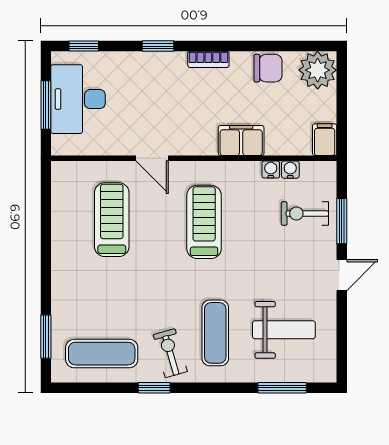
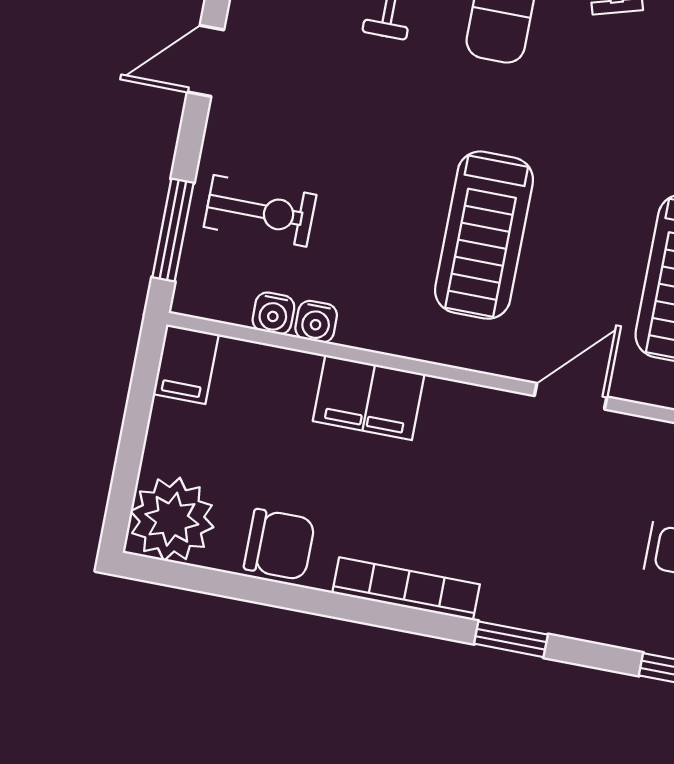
bookcase: (208, 59) -> (406, 589), width x1.56
chair: (268, 68) -> (279, 544), turned 180
door: (152, 158) -> (571, 396), hinge flipped
window: (342, 221) -> (173, 230), moved

